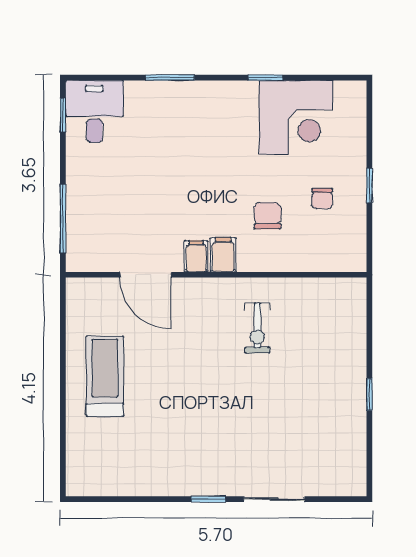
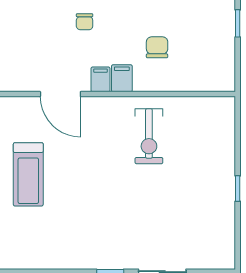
chair: (322, 198) -> (85, 22), moved
exercise bike: (257, 328) -> (149, 136), width x1.38, depth x1.39
treadmill: (105, 376) -> (28, 174), turned 180

